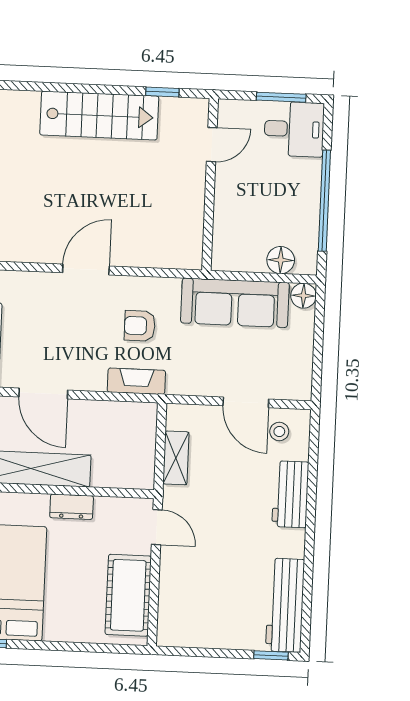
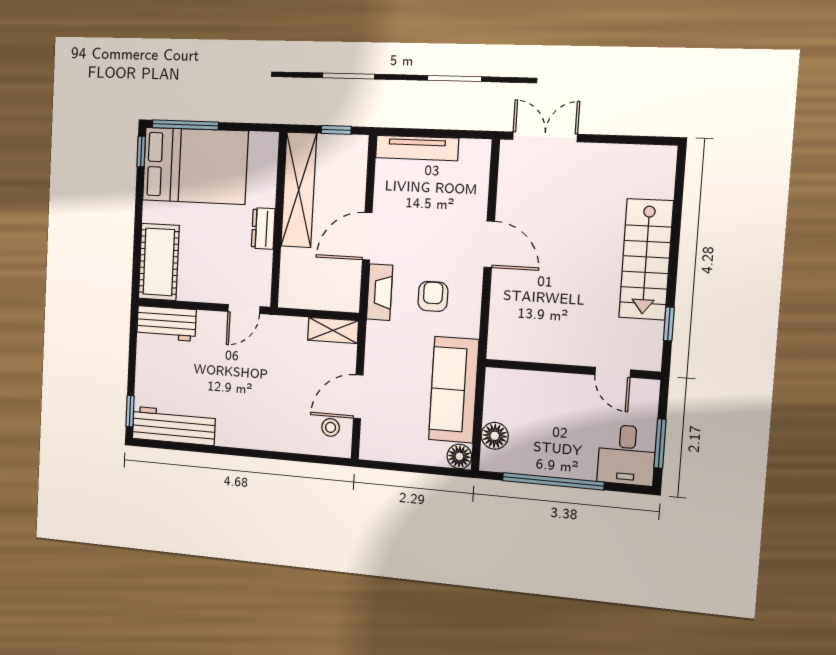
door: (43, 394) -> (367, 236), moved
shelving: (176, 458) -> (333, 330), moved
workbench: (290, 494) -> (166, 323), moved, turned 180
cot: (128, 595) -> (159, 262), moved, turned 90

